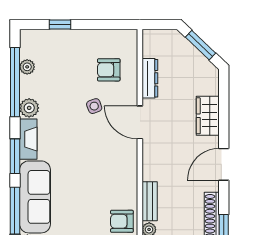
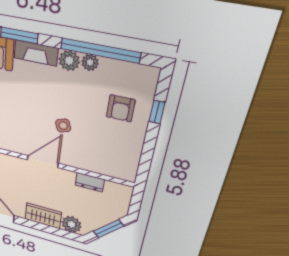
plant: (27, 67) -> (90, 62), moved
armchair: (109, 70) -> (121, 108), moved, turned 180
dresser: (150, 78) -> (90, 182), width x0.70
plant: (208, 84) -> (71, 224), added

